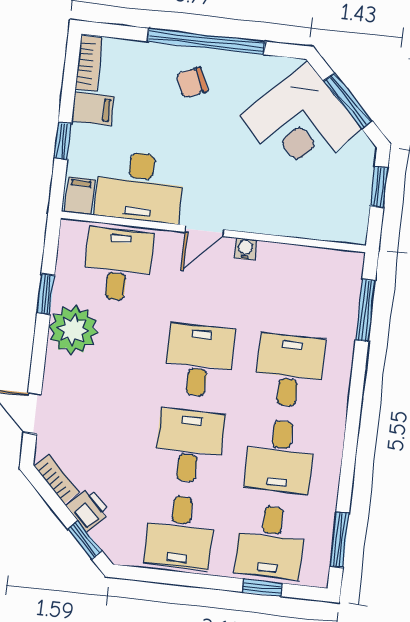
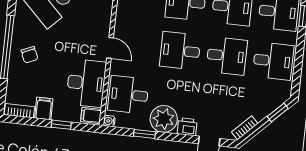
water cooler: (245, 249) -> (109, 121), moved
desk: (189, 446) -> (227, 56), turned 180
printer: (88, 509) -> (187, 127), moved, turned 45

